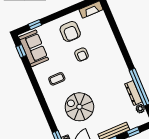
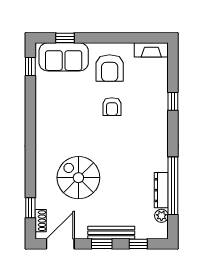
window: (118, 35) -> (173, 101), added
sofa: (34, 48) -> (64, 57), moved, turned 90
coffee table: (57, 79) -> (63, 126), removed

